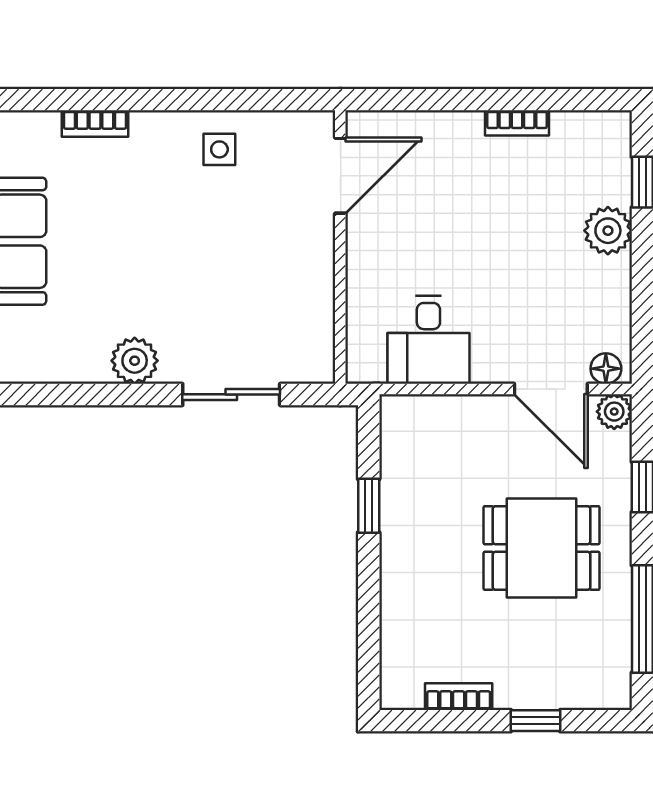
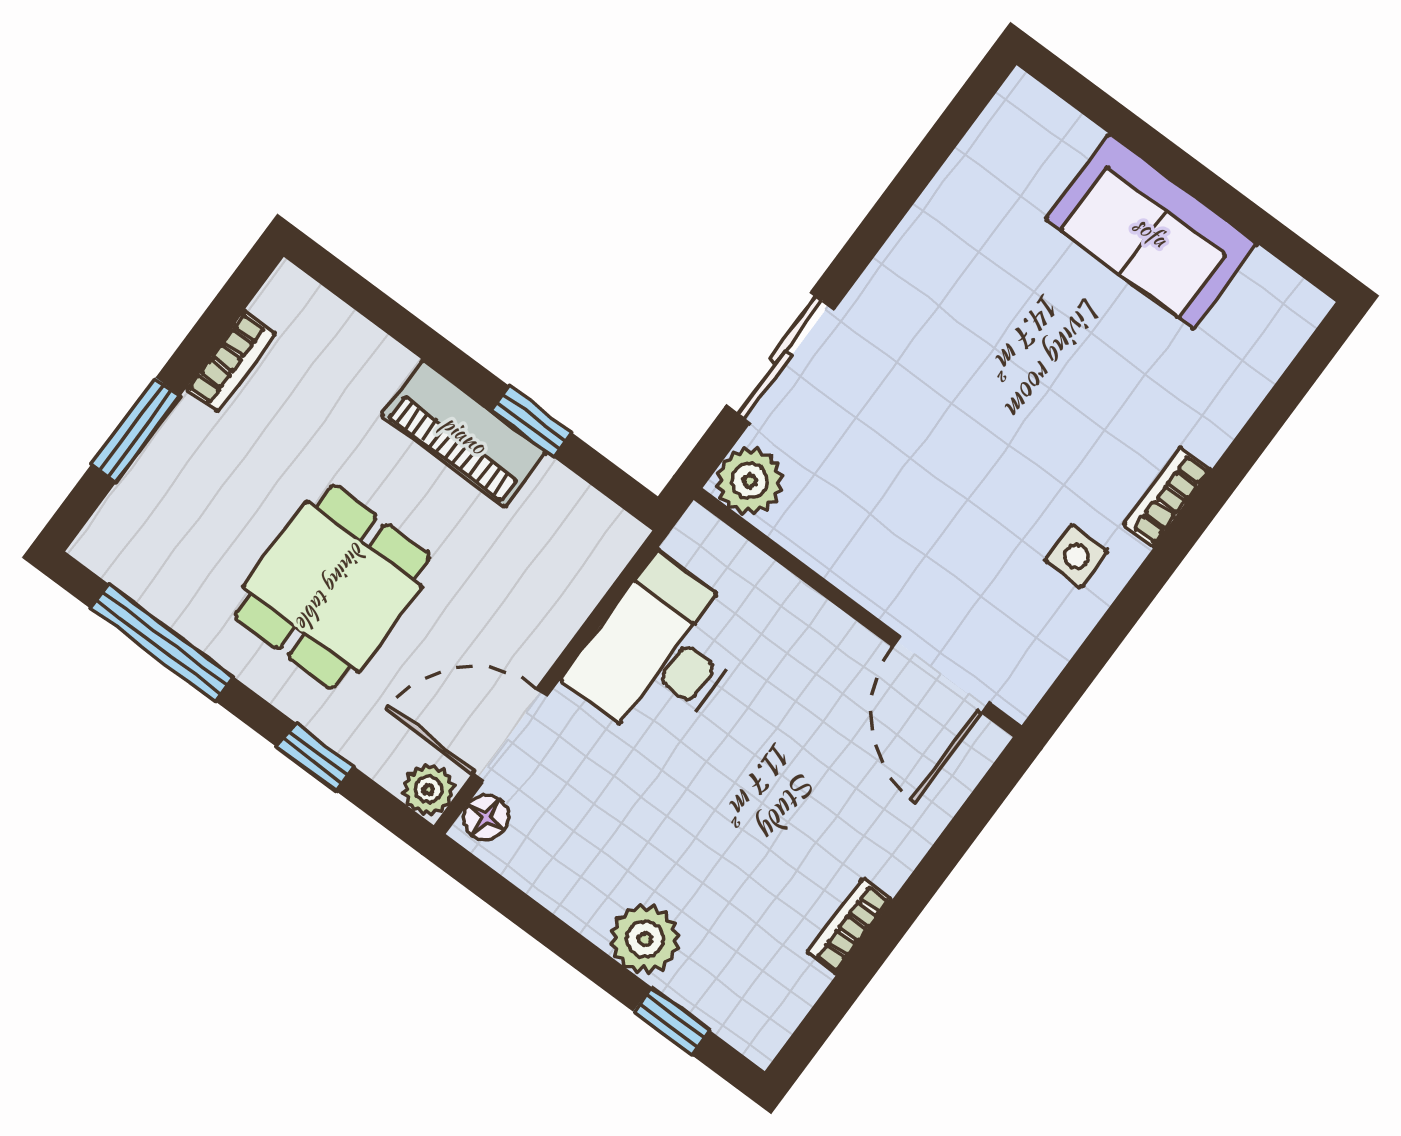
bookcase: (95, 124) -> (1167, 497), moved
desk: (428, 340) -> (660, 653), width x1.37
plant: (135, 361) -> (750, 481), moved
piano: (403, 538) -> (464, 434), added
window: (536, 721) -> (136, 430), width x1.50

